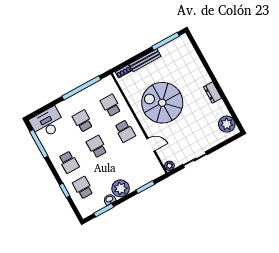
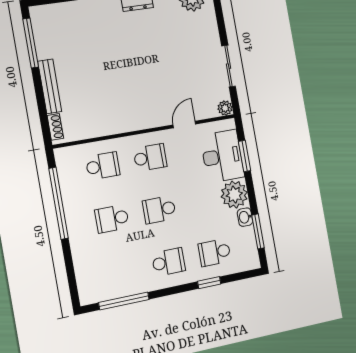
spiral stairs: (162, 103) -> (126, 84), removed
school desk: (111, 105) -> (103, 166), turned 180
desk: (47, 123) -> (222, 156), moved, turned 180

